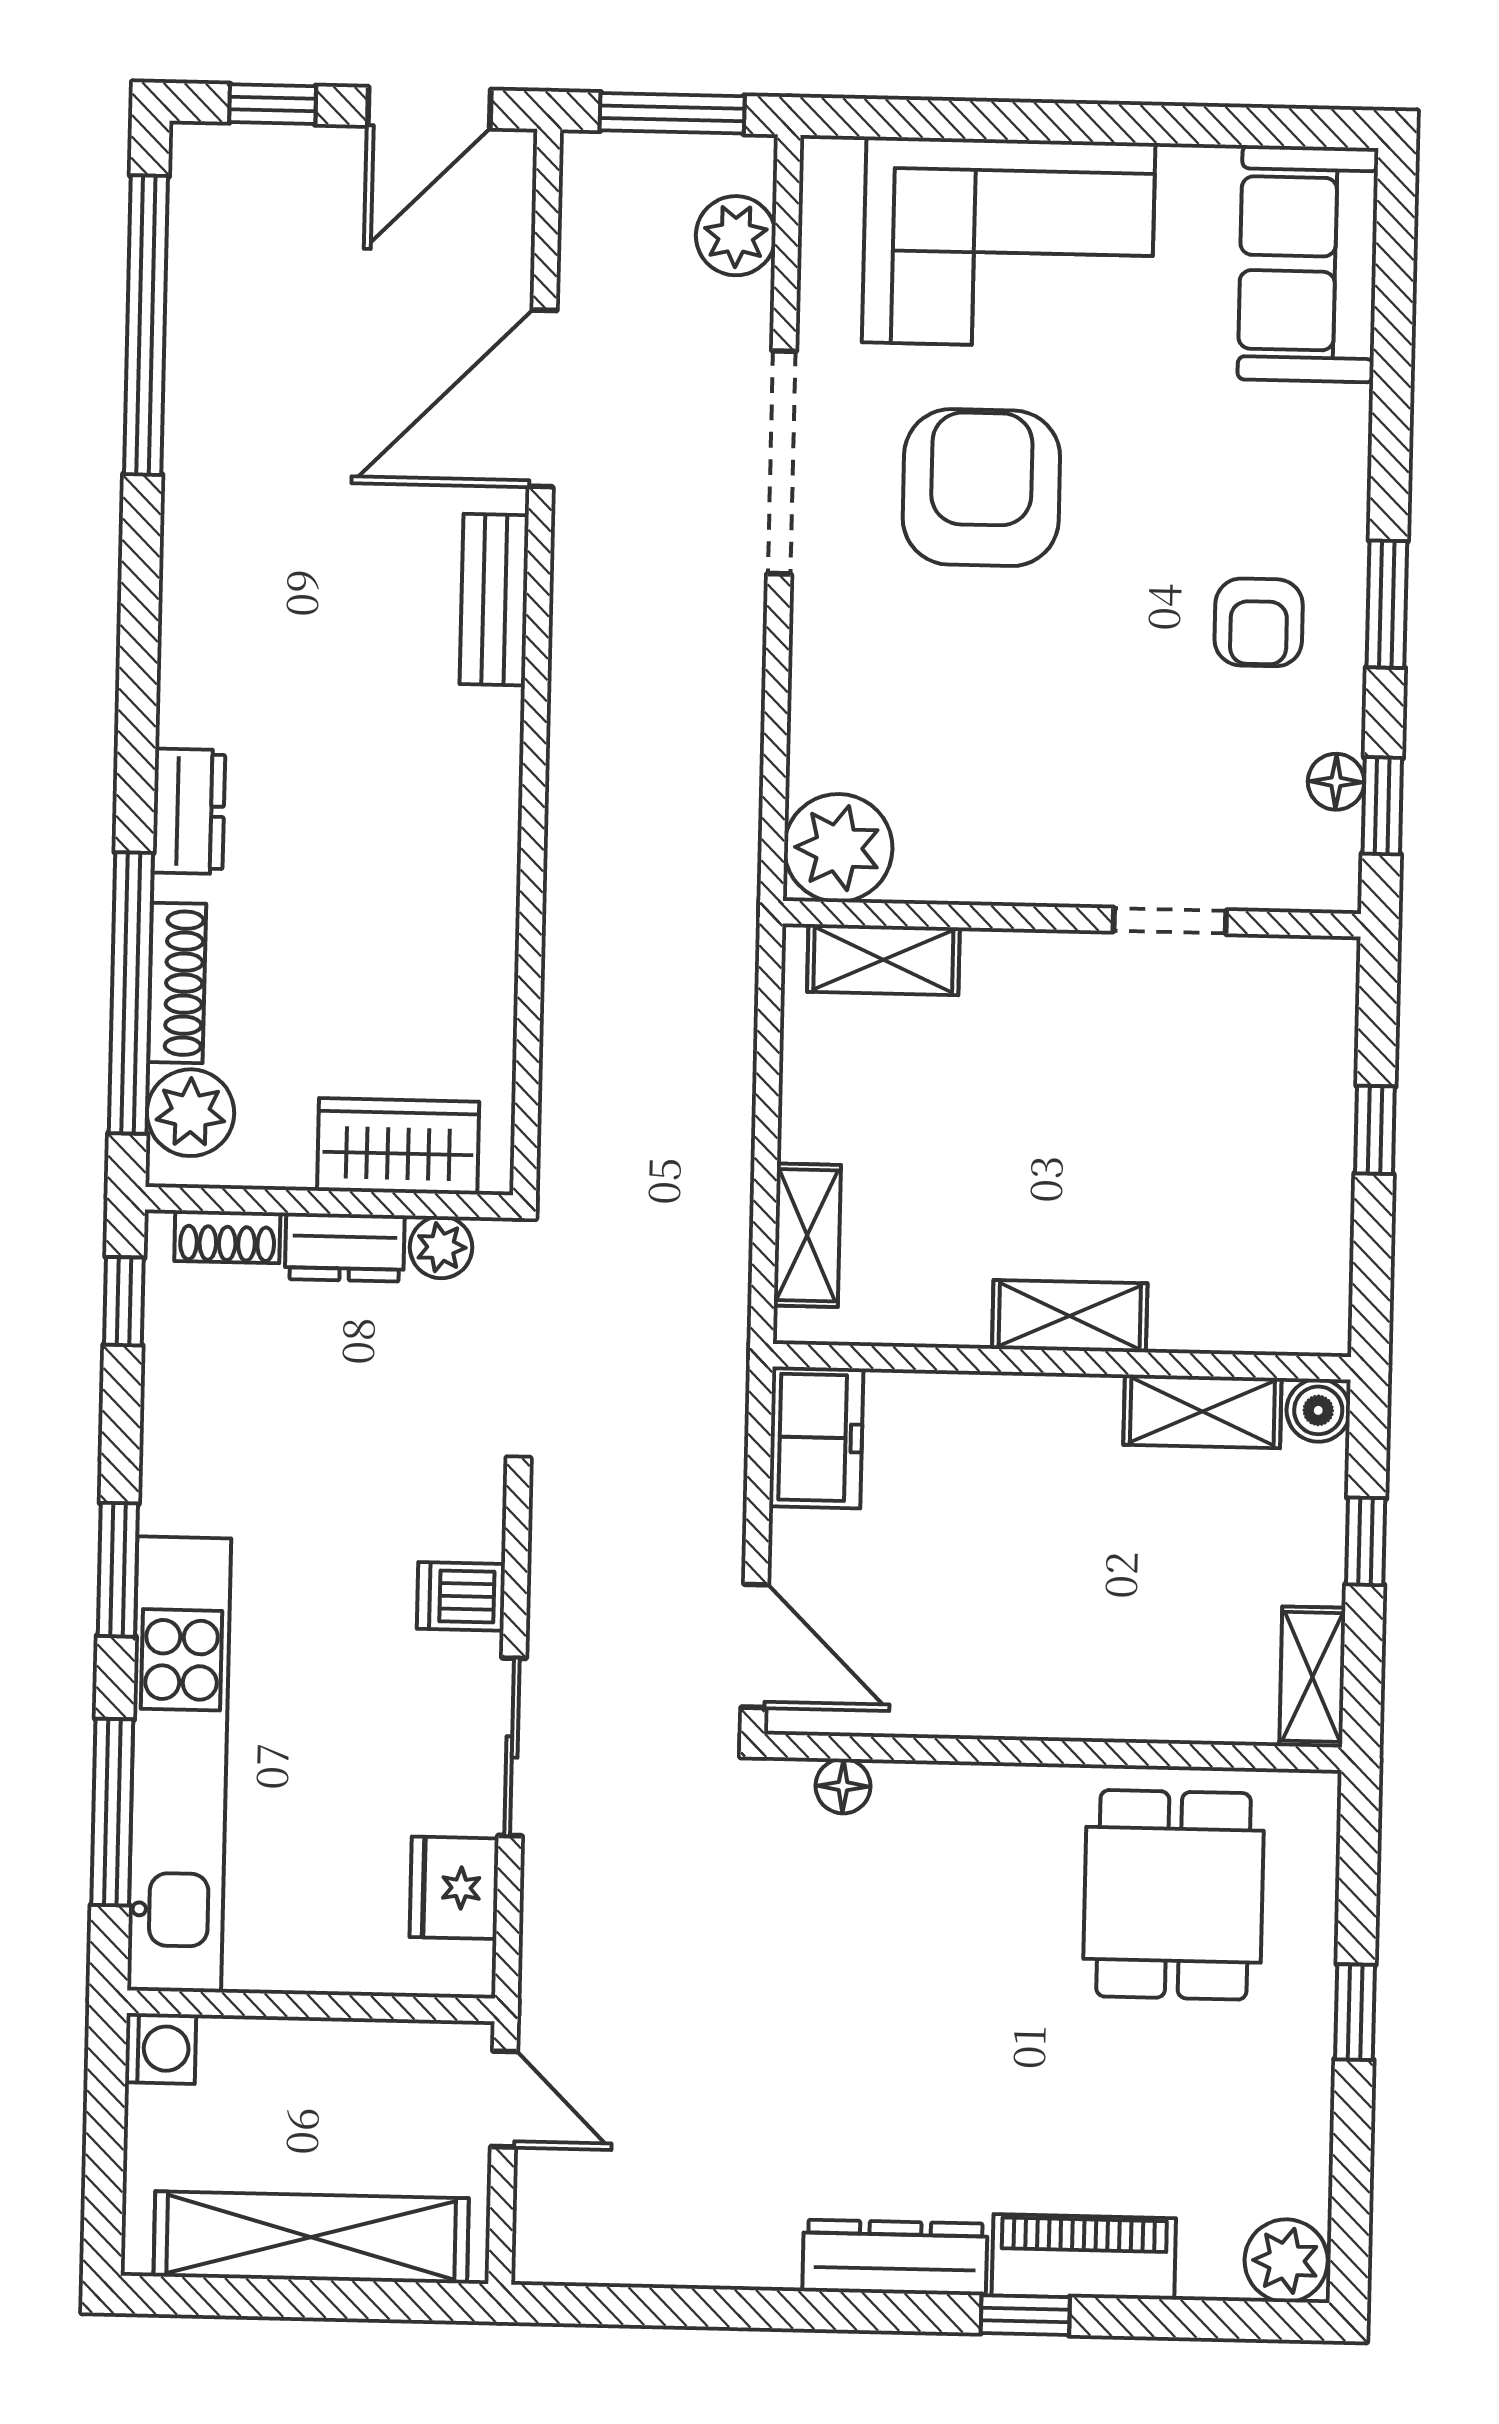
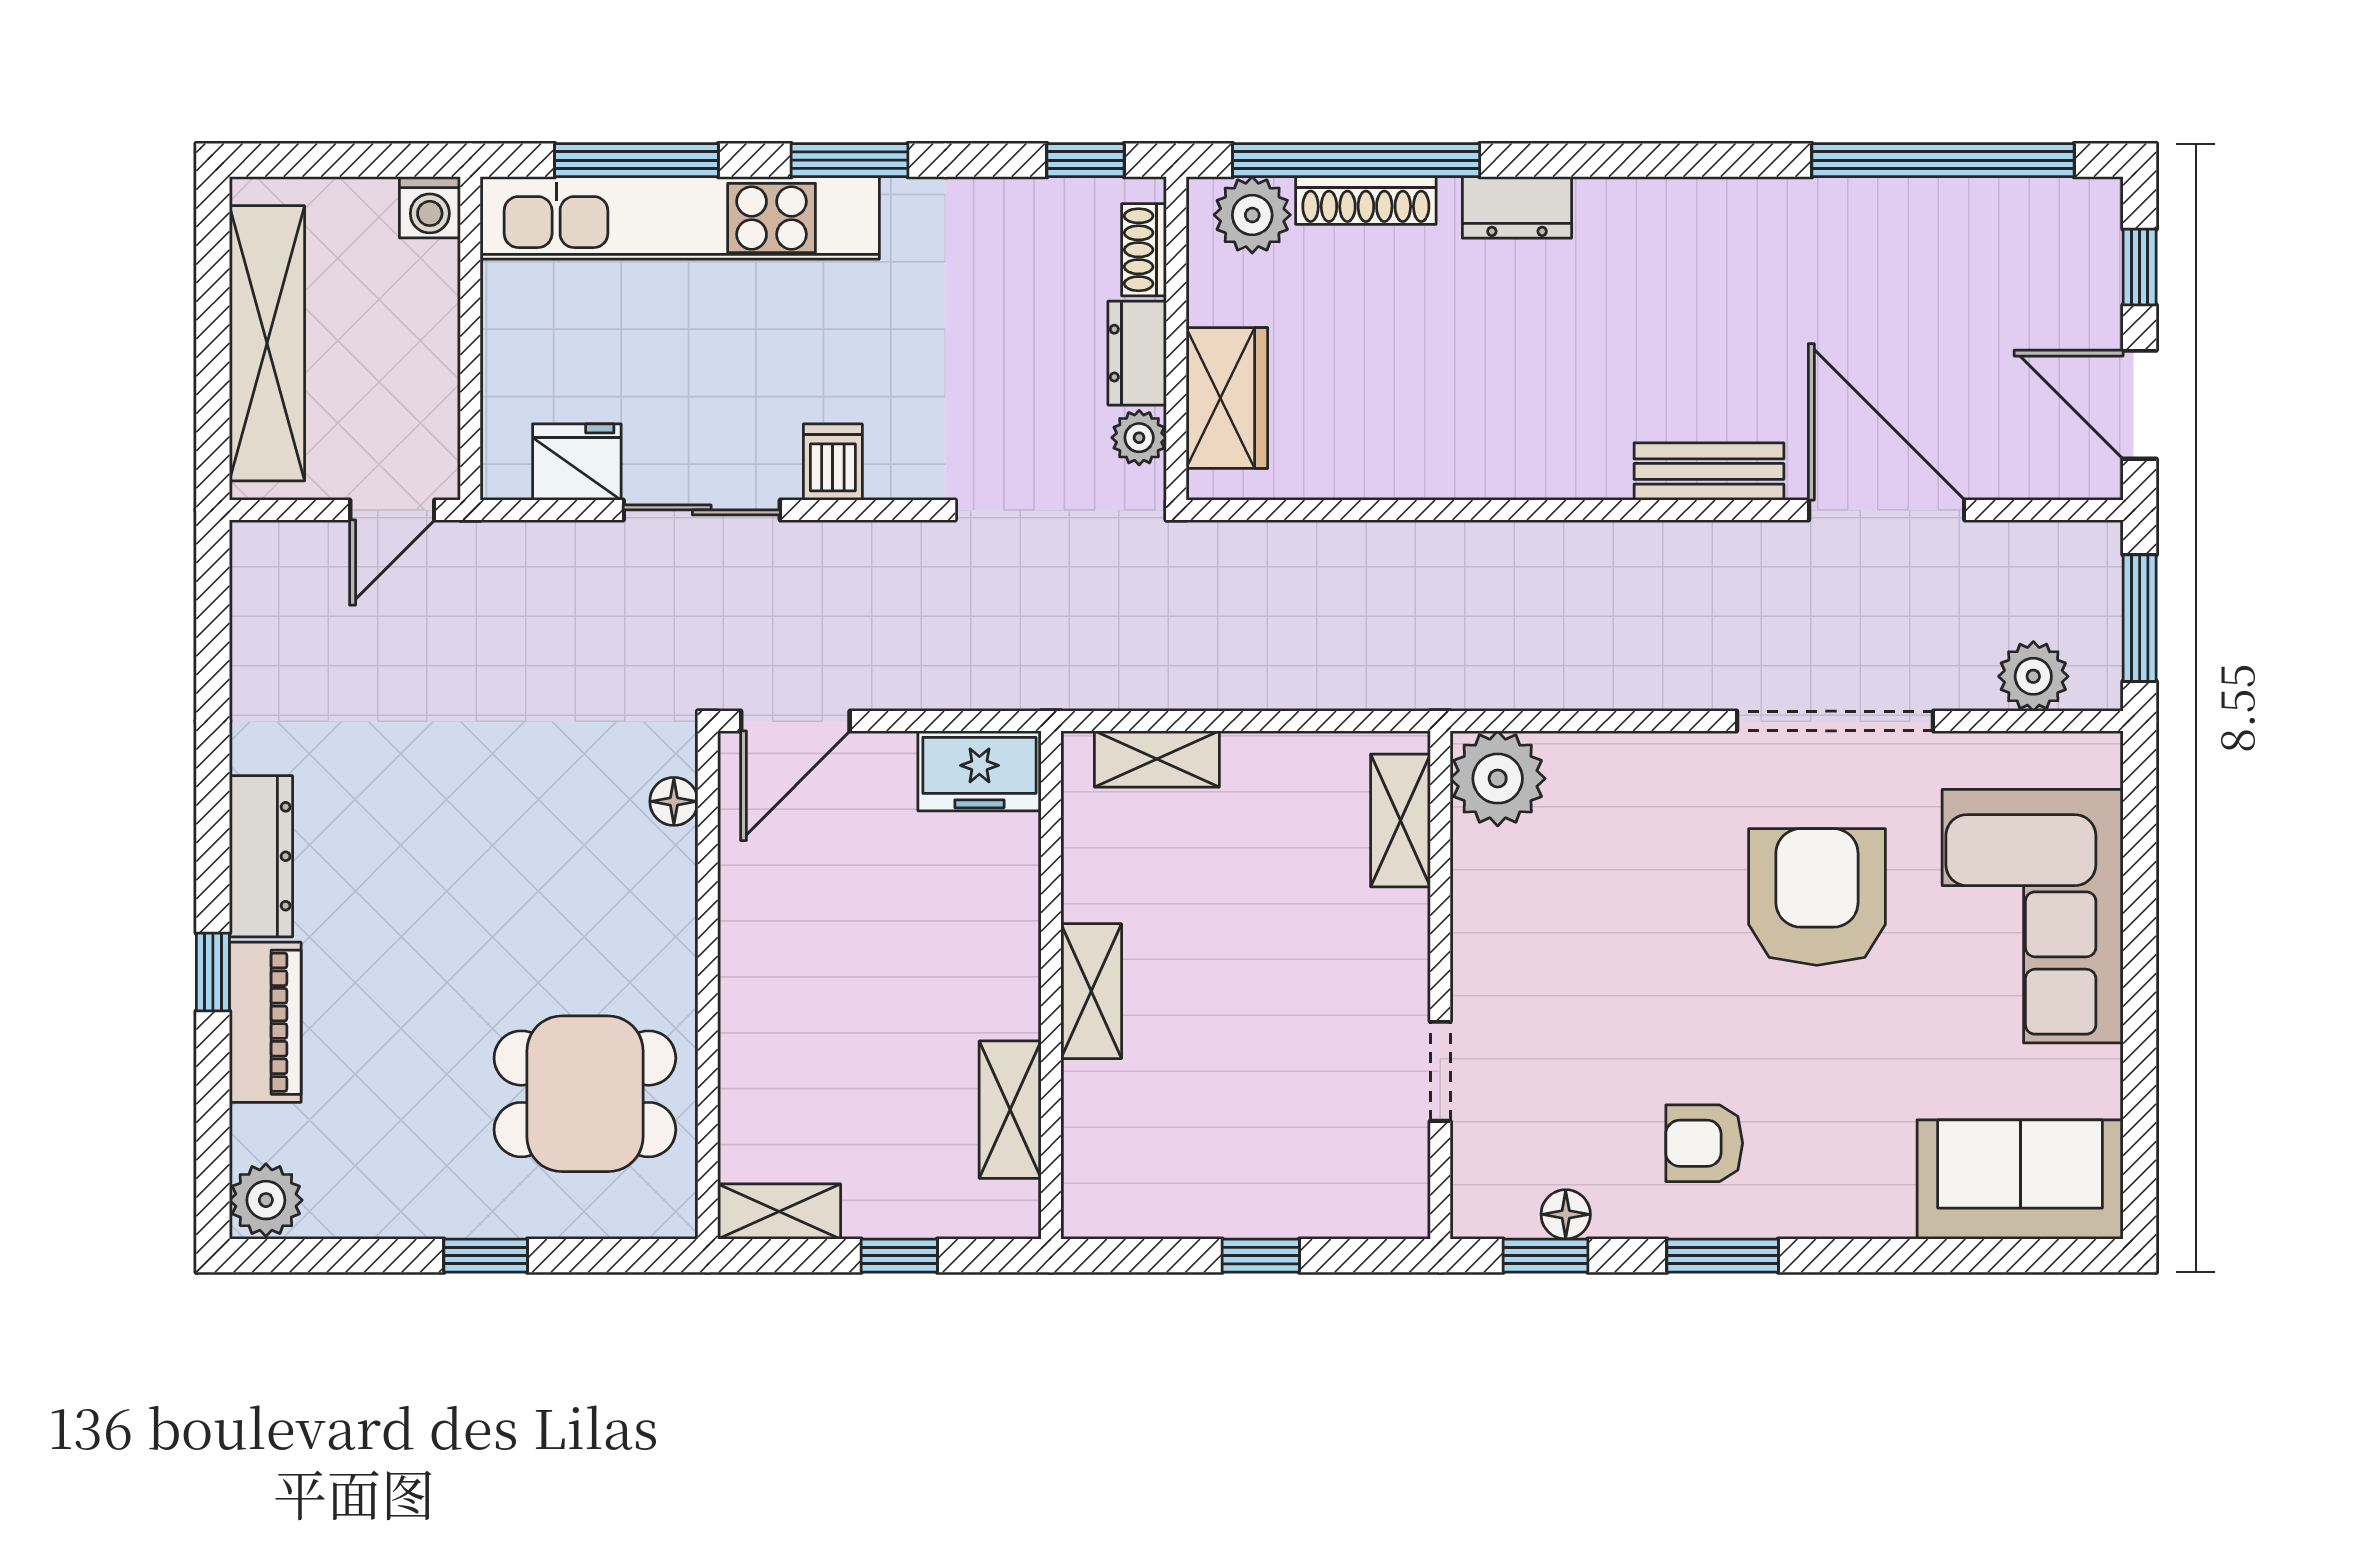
armchair: (981, 488) -> (1817, 897), turned -90
boiler: (1318, 1410) -> (1013, 1211), removed

